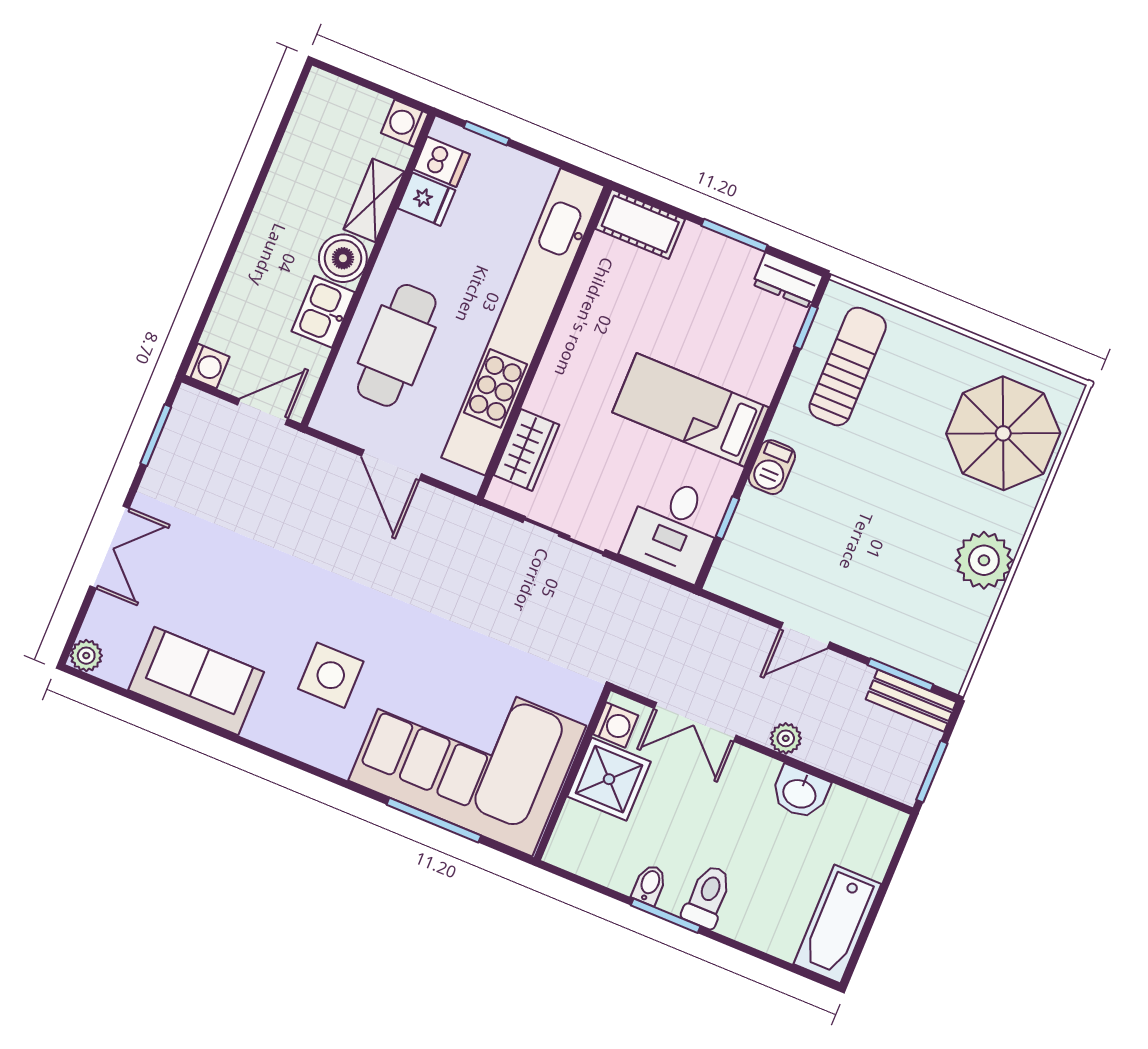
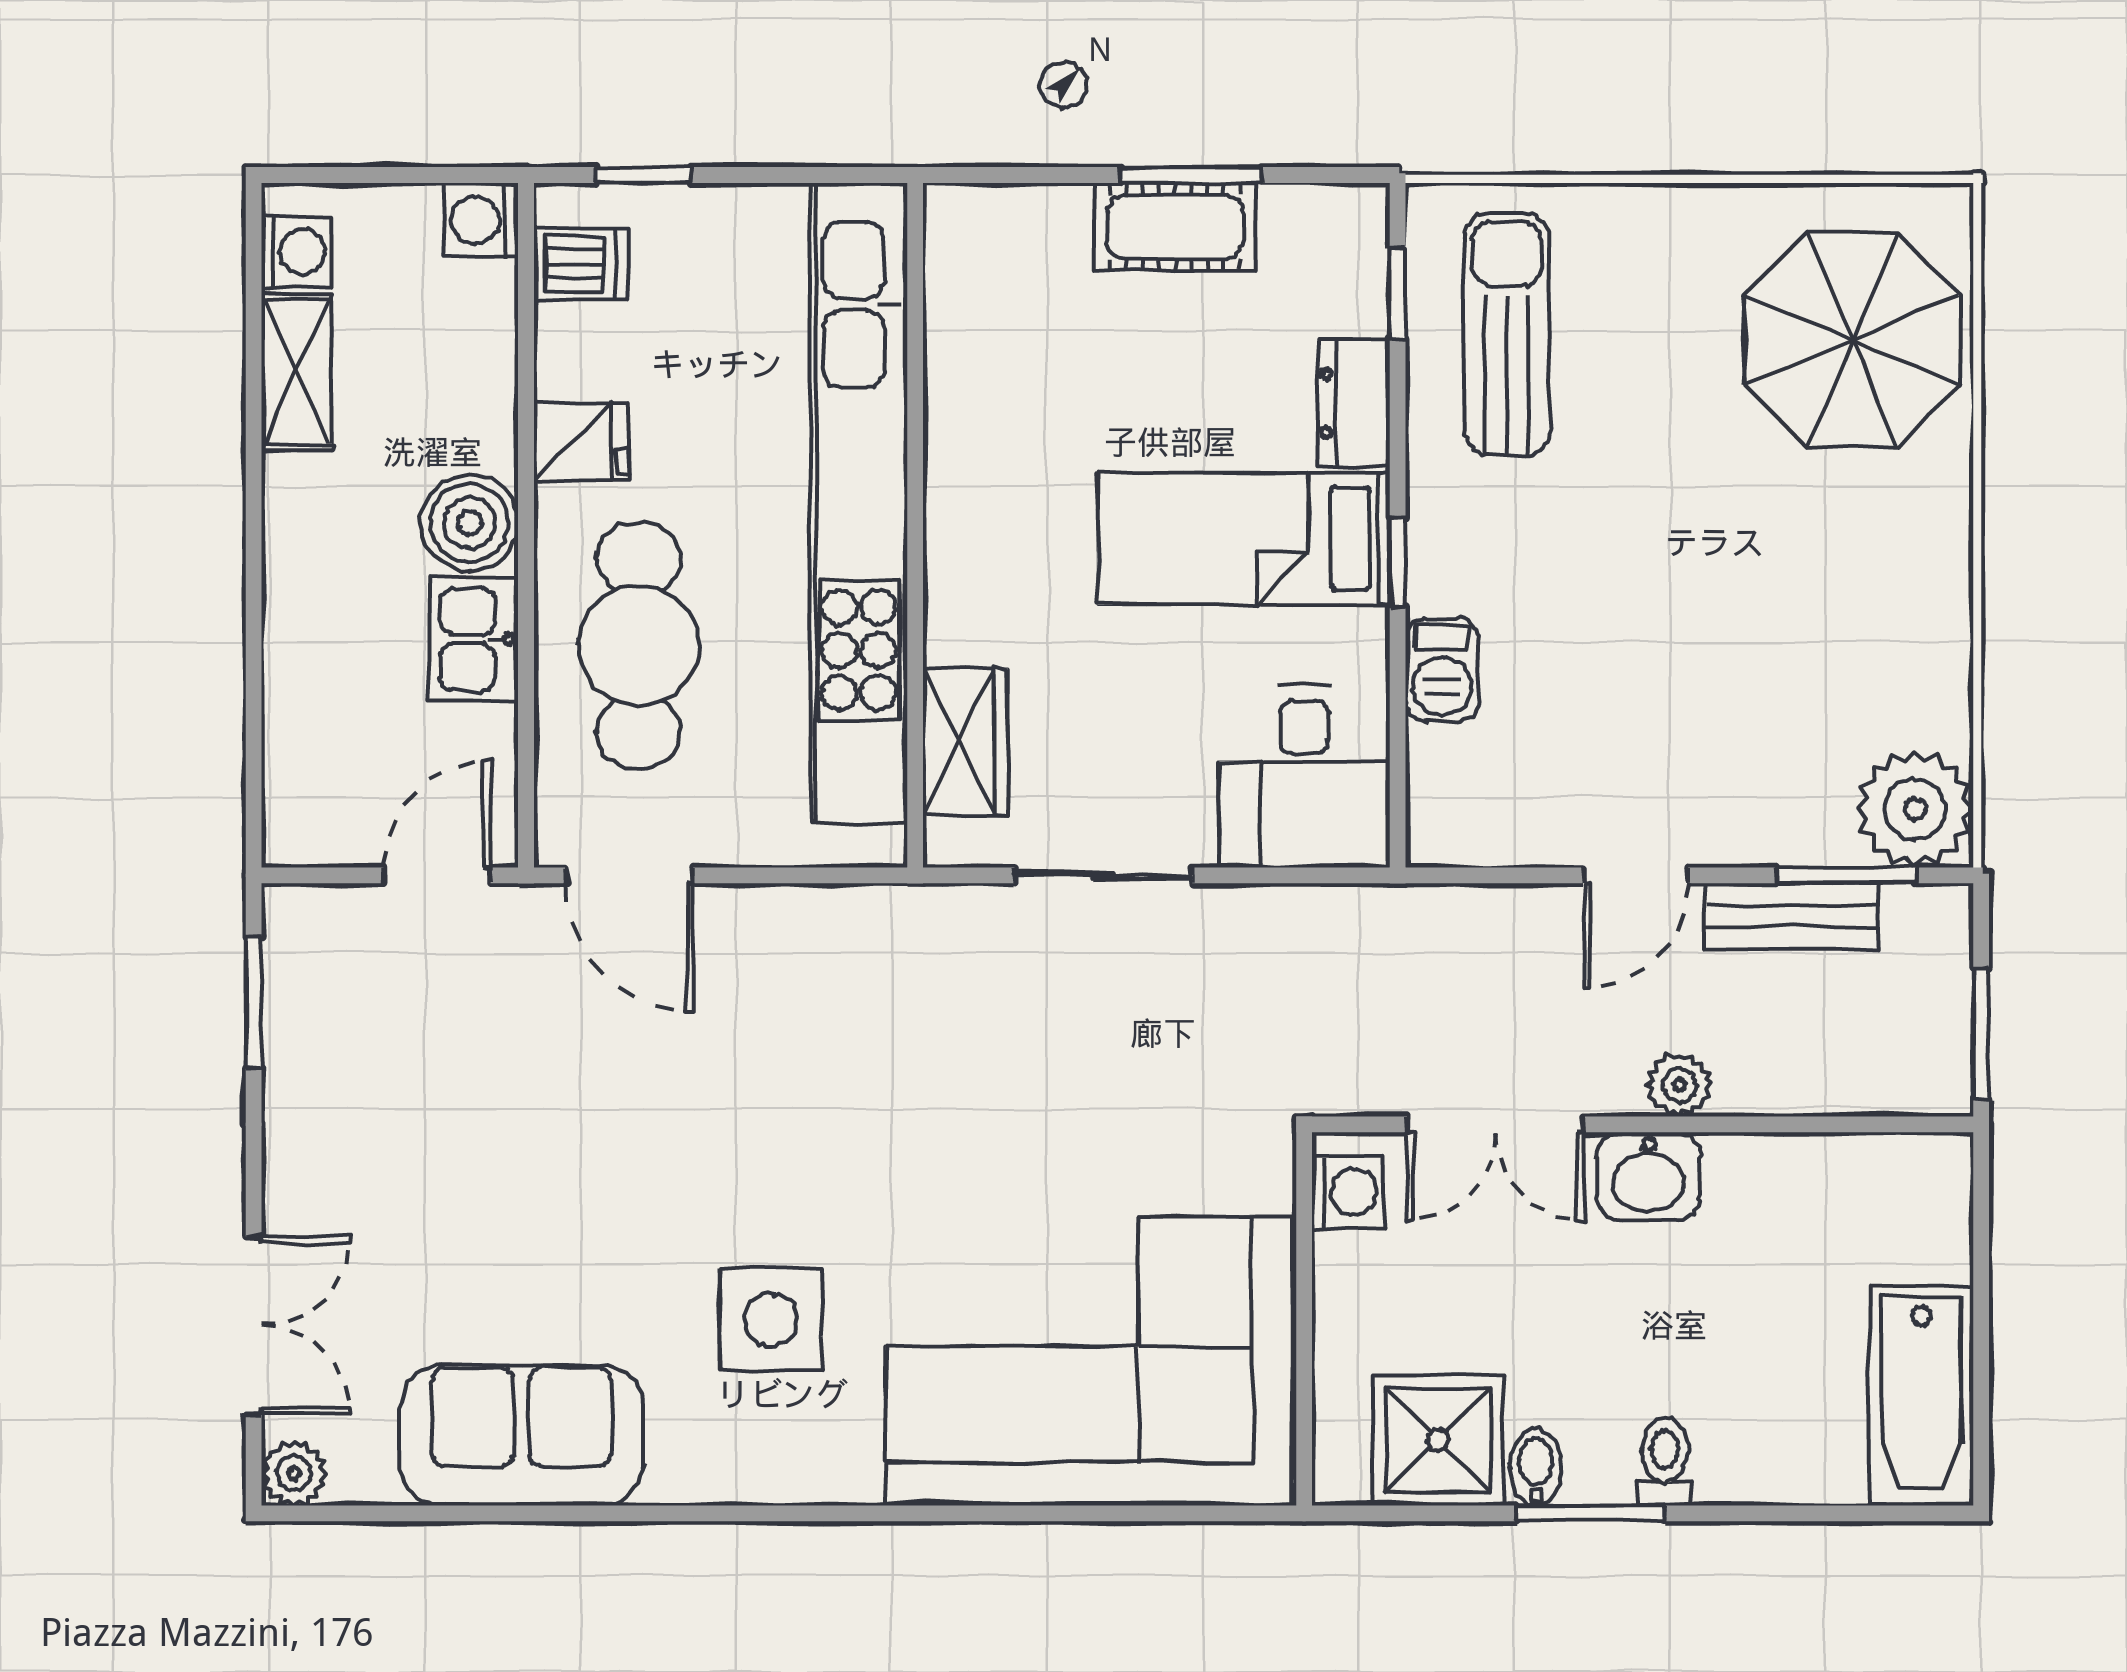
fridge: (426, 199) -> (581, 441), moved
shelving: (374, 200) -> (297, 372), moved
cot: (640, 224) -> (1175, 227), moved
dresser: (787, 280) -> (1354, 403), moved, turned 90
washing machine: (207, 366) -> (297, 252), moved
door: (391, 465) -> (629, 875), moved
barbecue: (772, 467) -> (1442, 670), moved
window: (727, 518) -> (1398, 563), moved
double door: (110, 547) -> (254, 1325), moved
plant: (984, 560) -> (1915, 809), moved
bench: (911, 701) -> (1791, 916), moved
shower: (609, 779) -> (1438, 1440), moved
washbasin: (800, 793) -> (1648, 1176), moved
window: (434, 820) -> (1078, 1513), removed
toilet: (707, 897) -> (1665, 1462), width x0.73, depth x0.72

